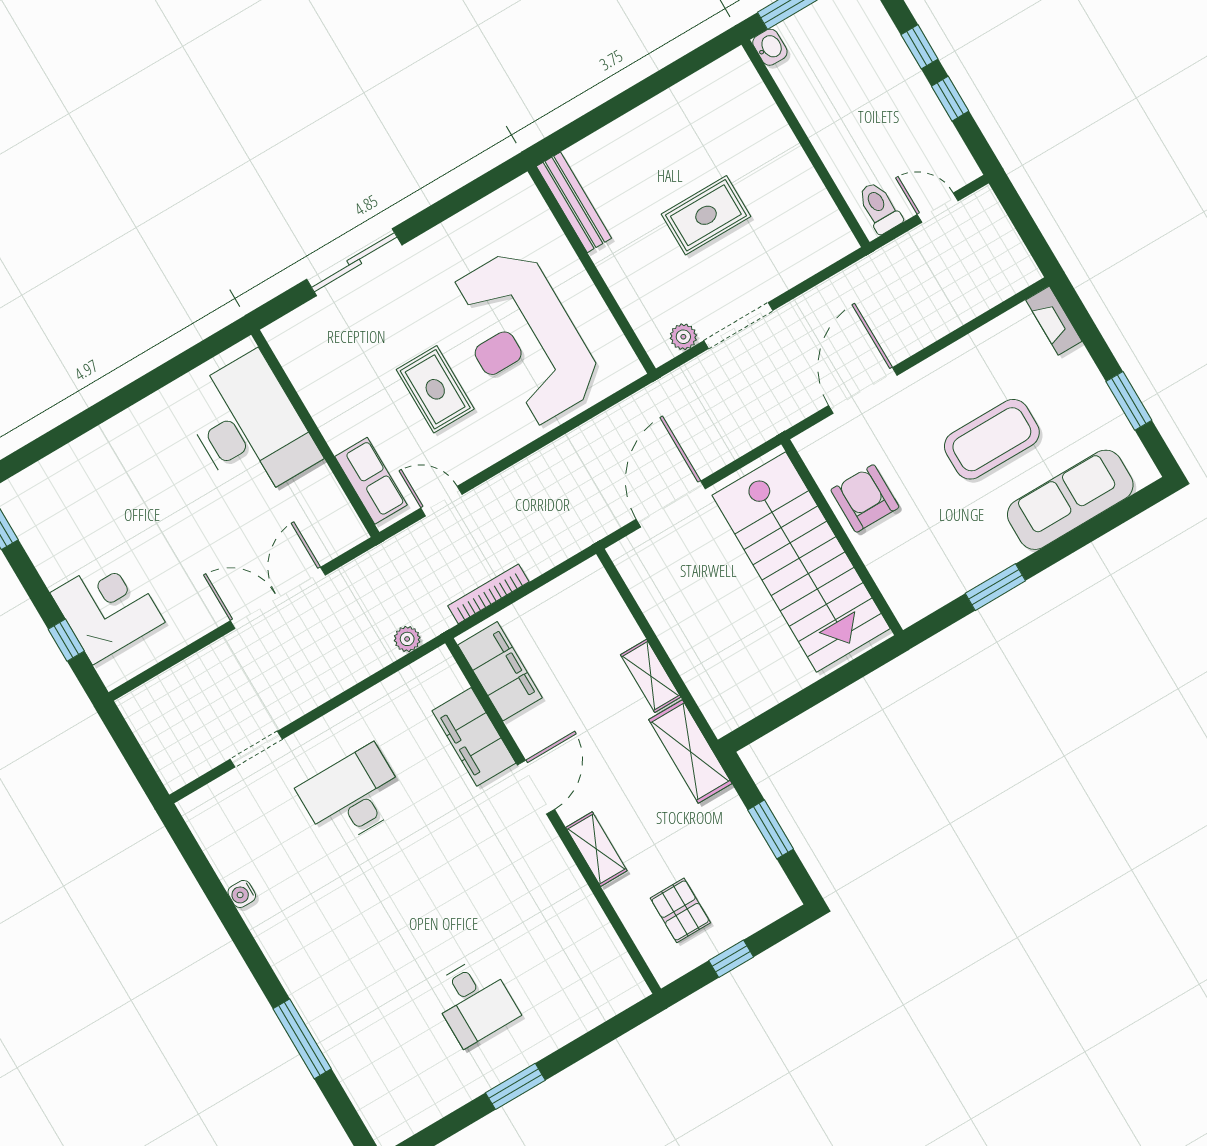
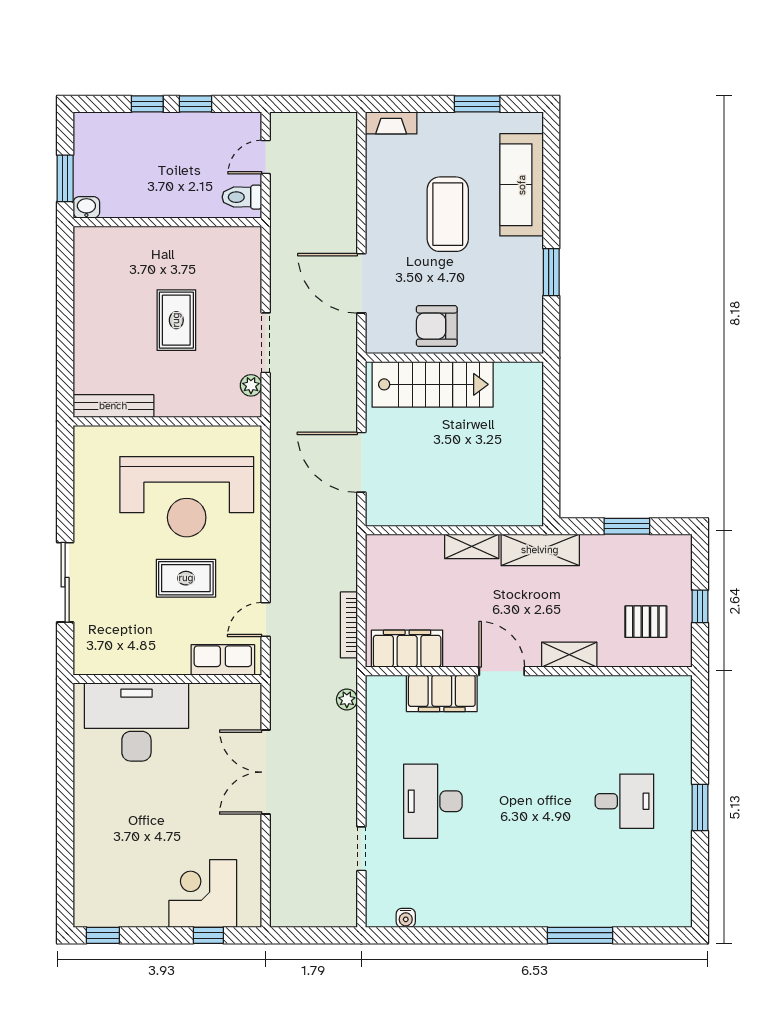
stairs: (801, 562) -> (433, 384), width x0.73, depth x0.66
water cooler: (242, 894) -> (406, 918), moved

